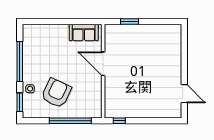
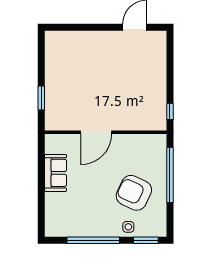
sofa: (84, 32) -> (56, 173), moved

